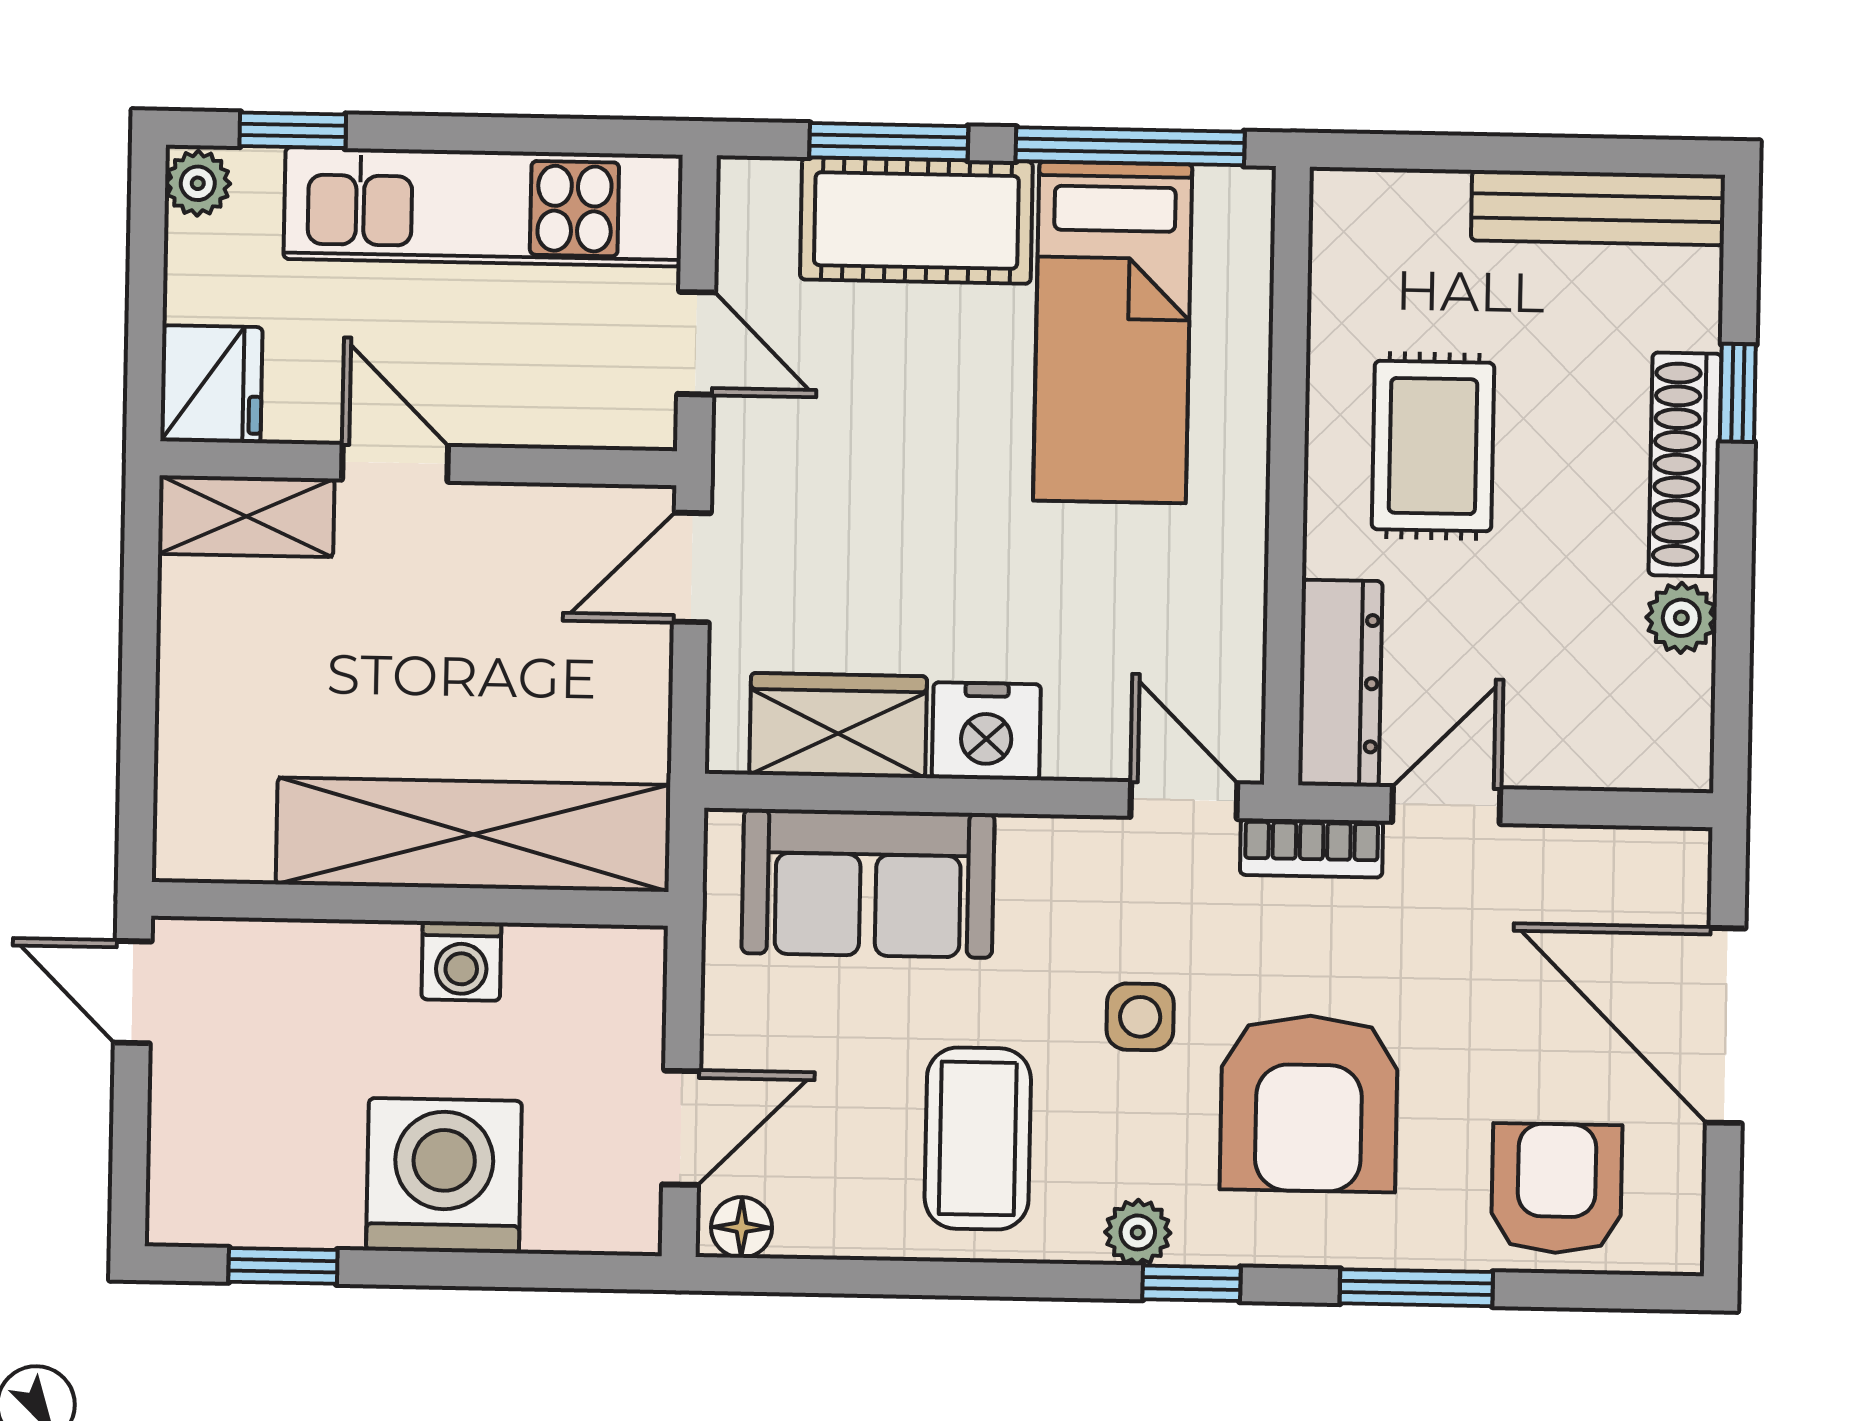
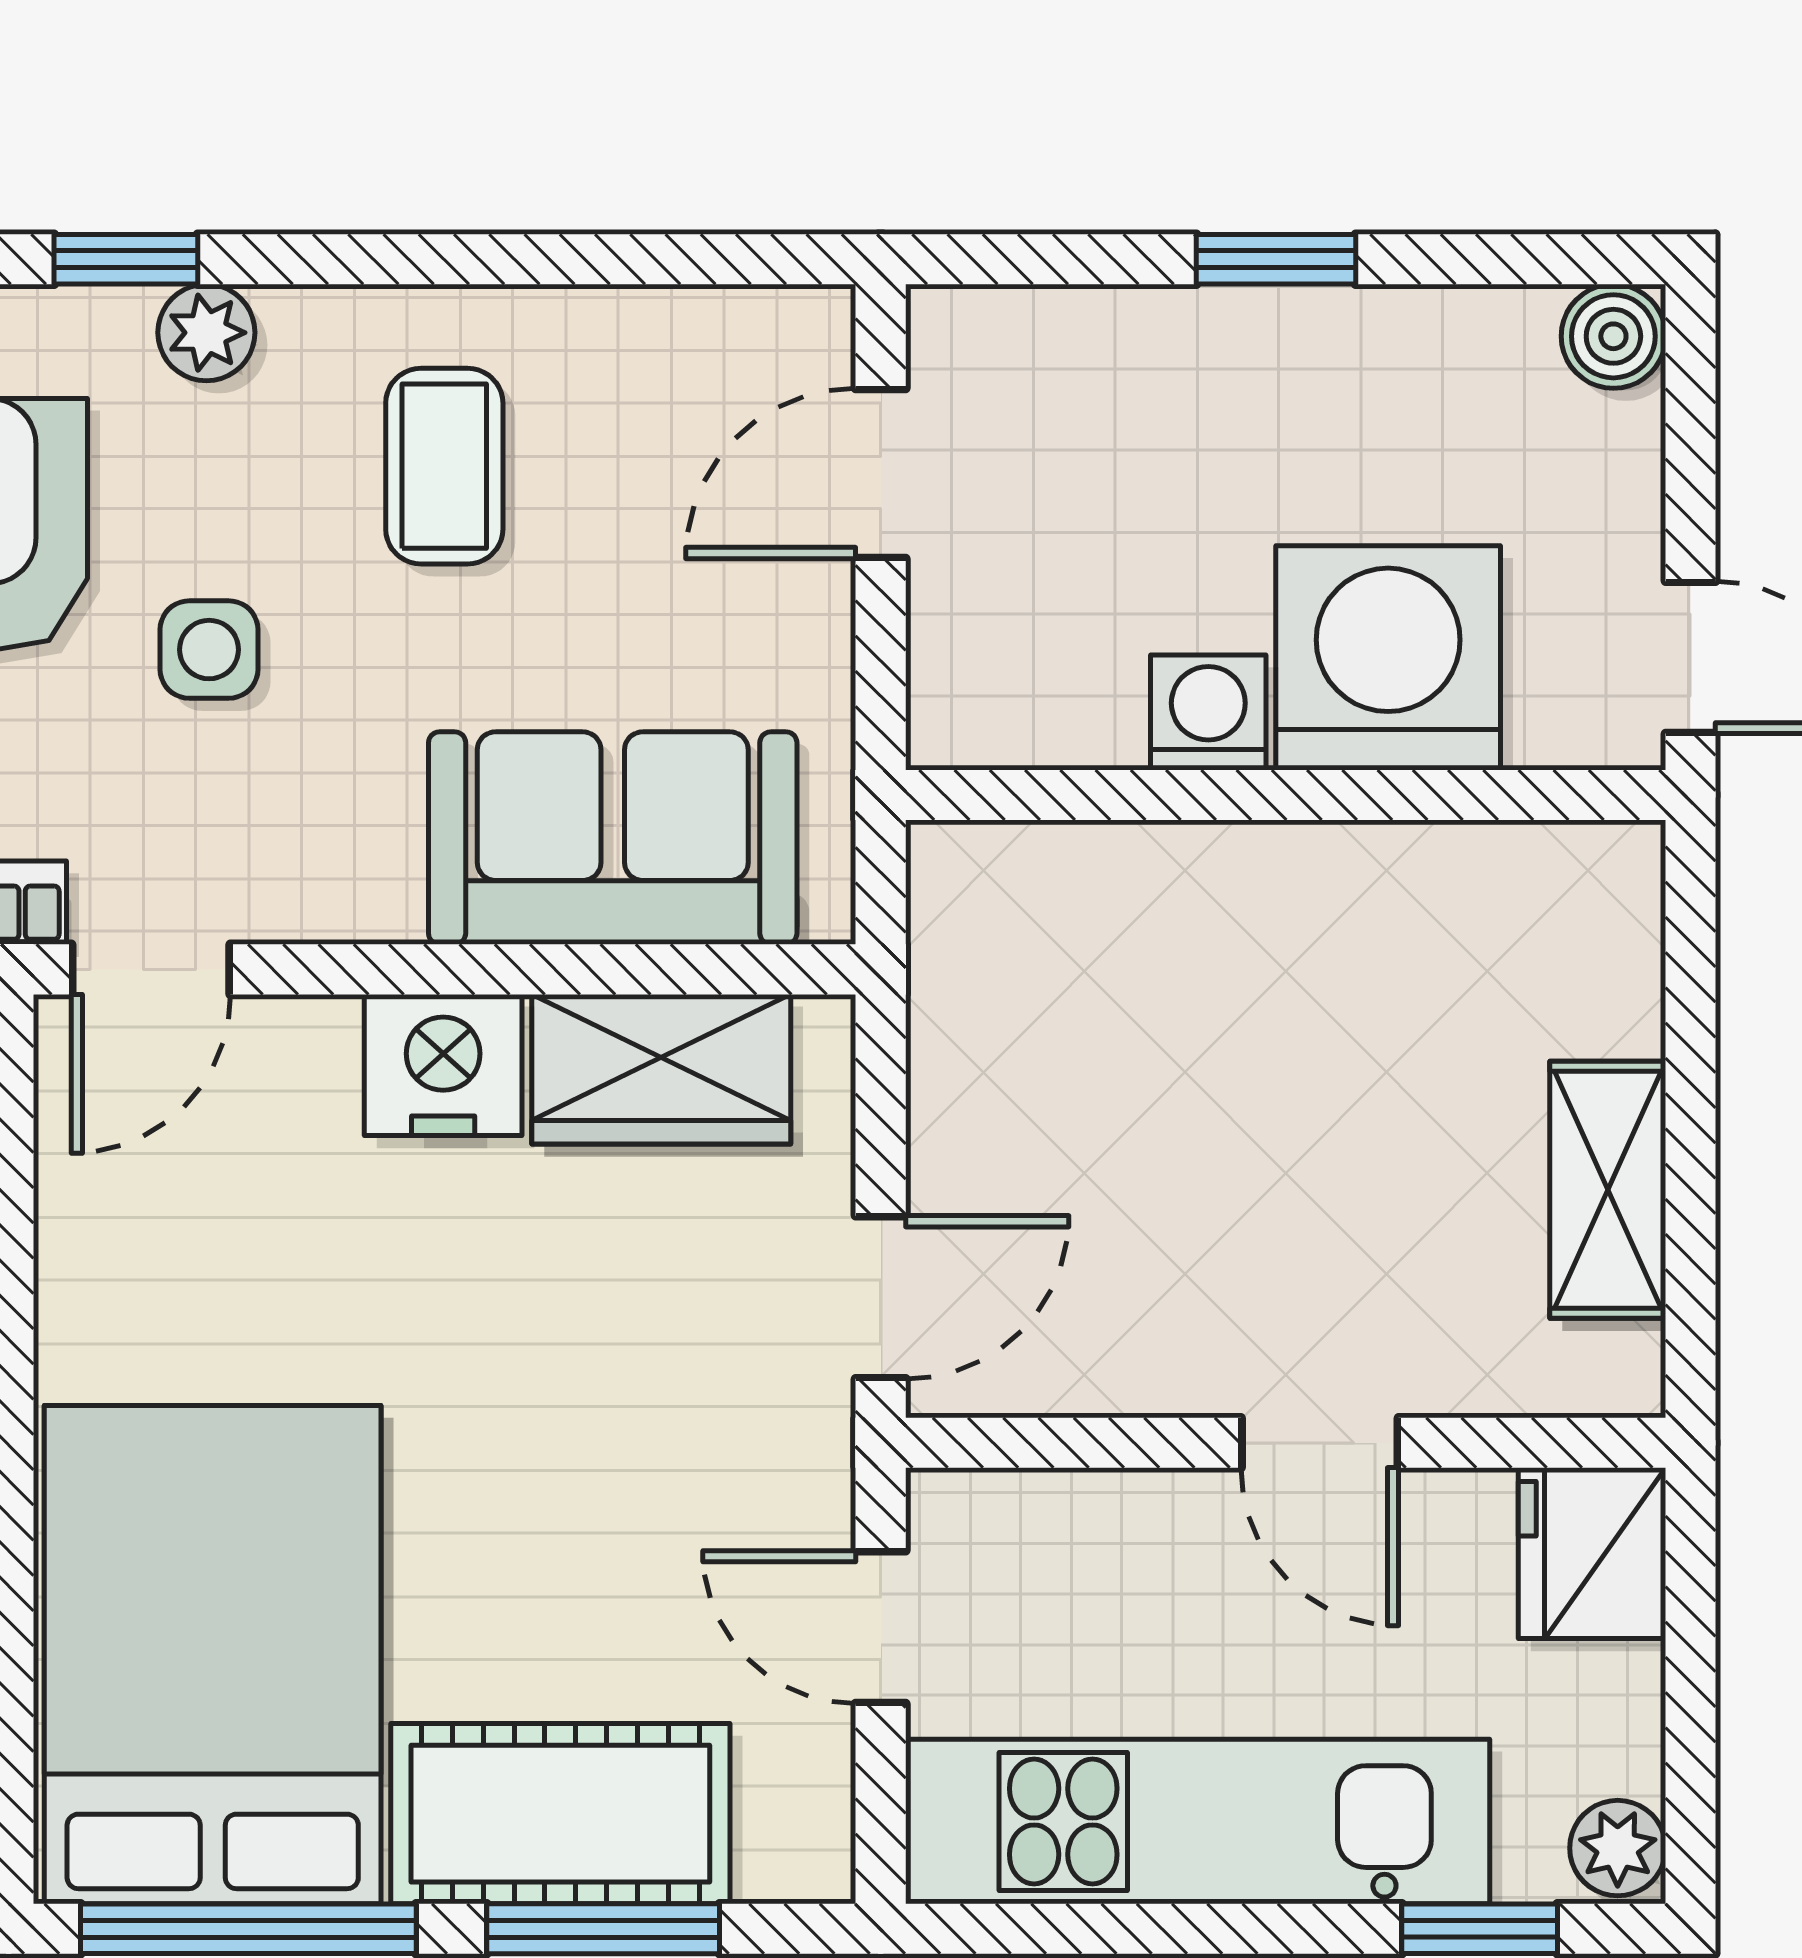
bed: (1113, 333) -> (213, 1655), width x1.50
shelving: (246, 516) -> (1608, 1190), moved, turned 90
door: (1184, 800) -> (151, 969), hinge flipped
shelving: (473, 835) -> (1194, 899), removed
coffee table: (978, 1138) -> (444, 466), width x0.73, depth x0.77
washing machine: (444, 1176) -> (1388, 658), moved, turned 180
boiler: (181, 1212) -> (1613, 336), added
floor lamp: (742, 1227) -> (789, 329), removed
window: (283, 1266) -> (1276, 259), moved

